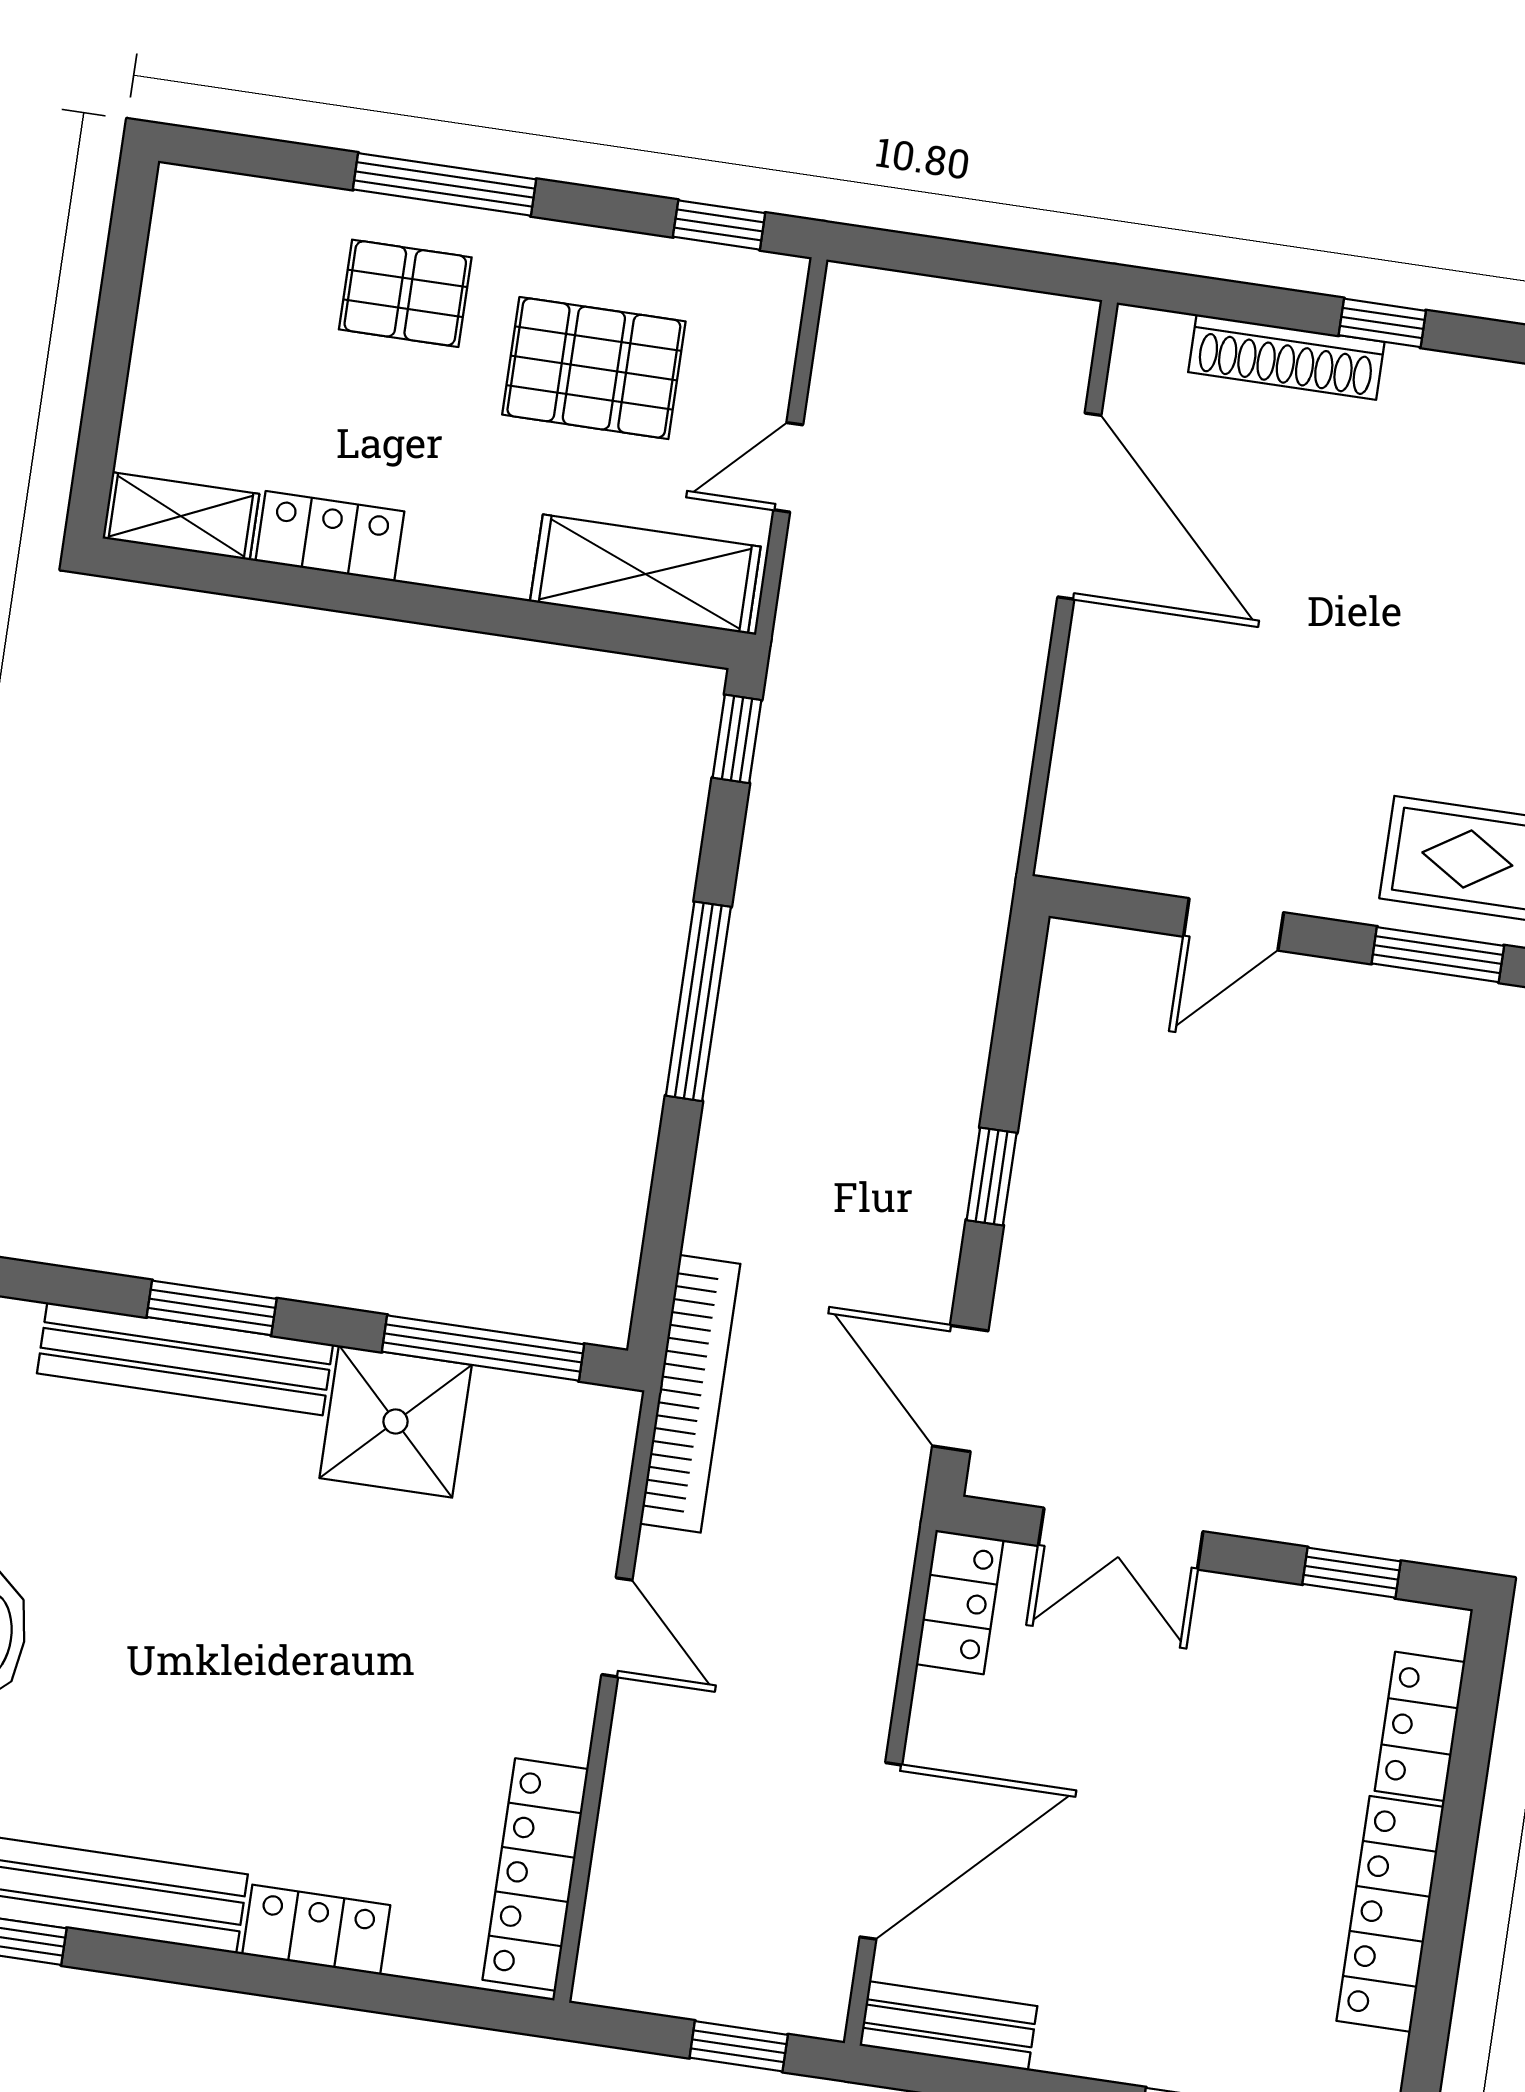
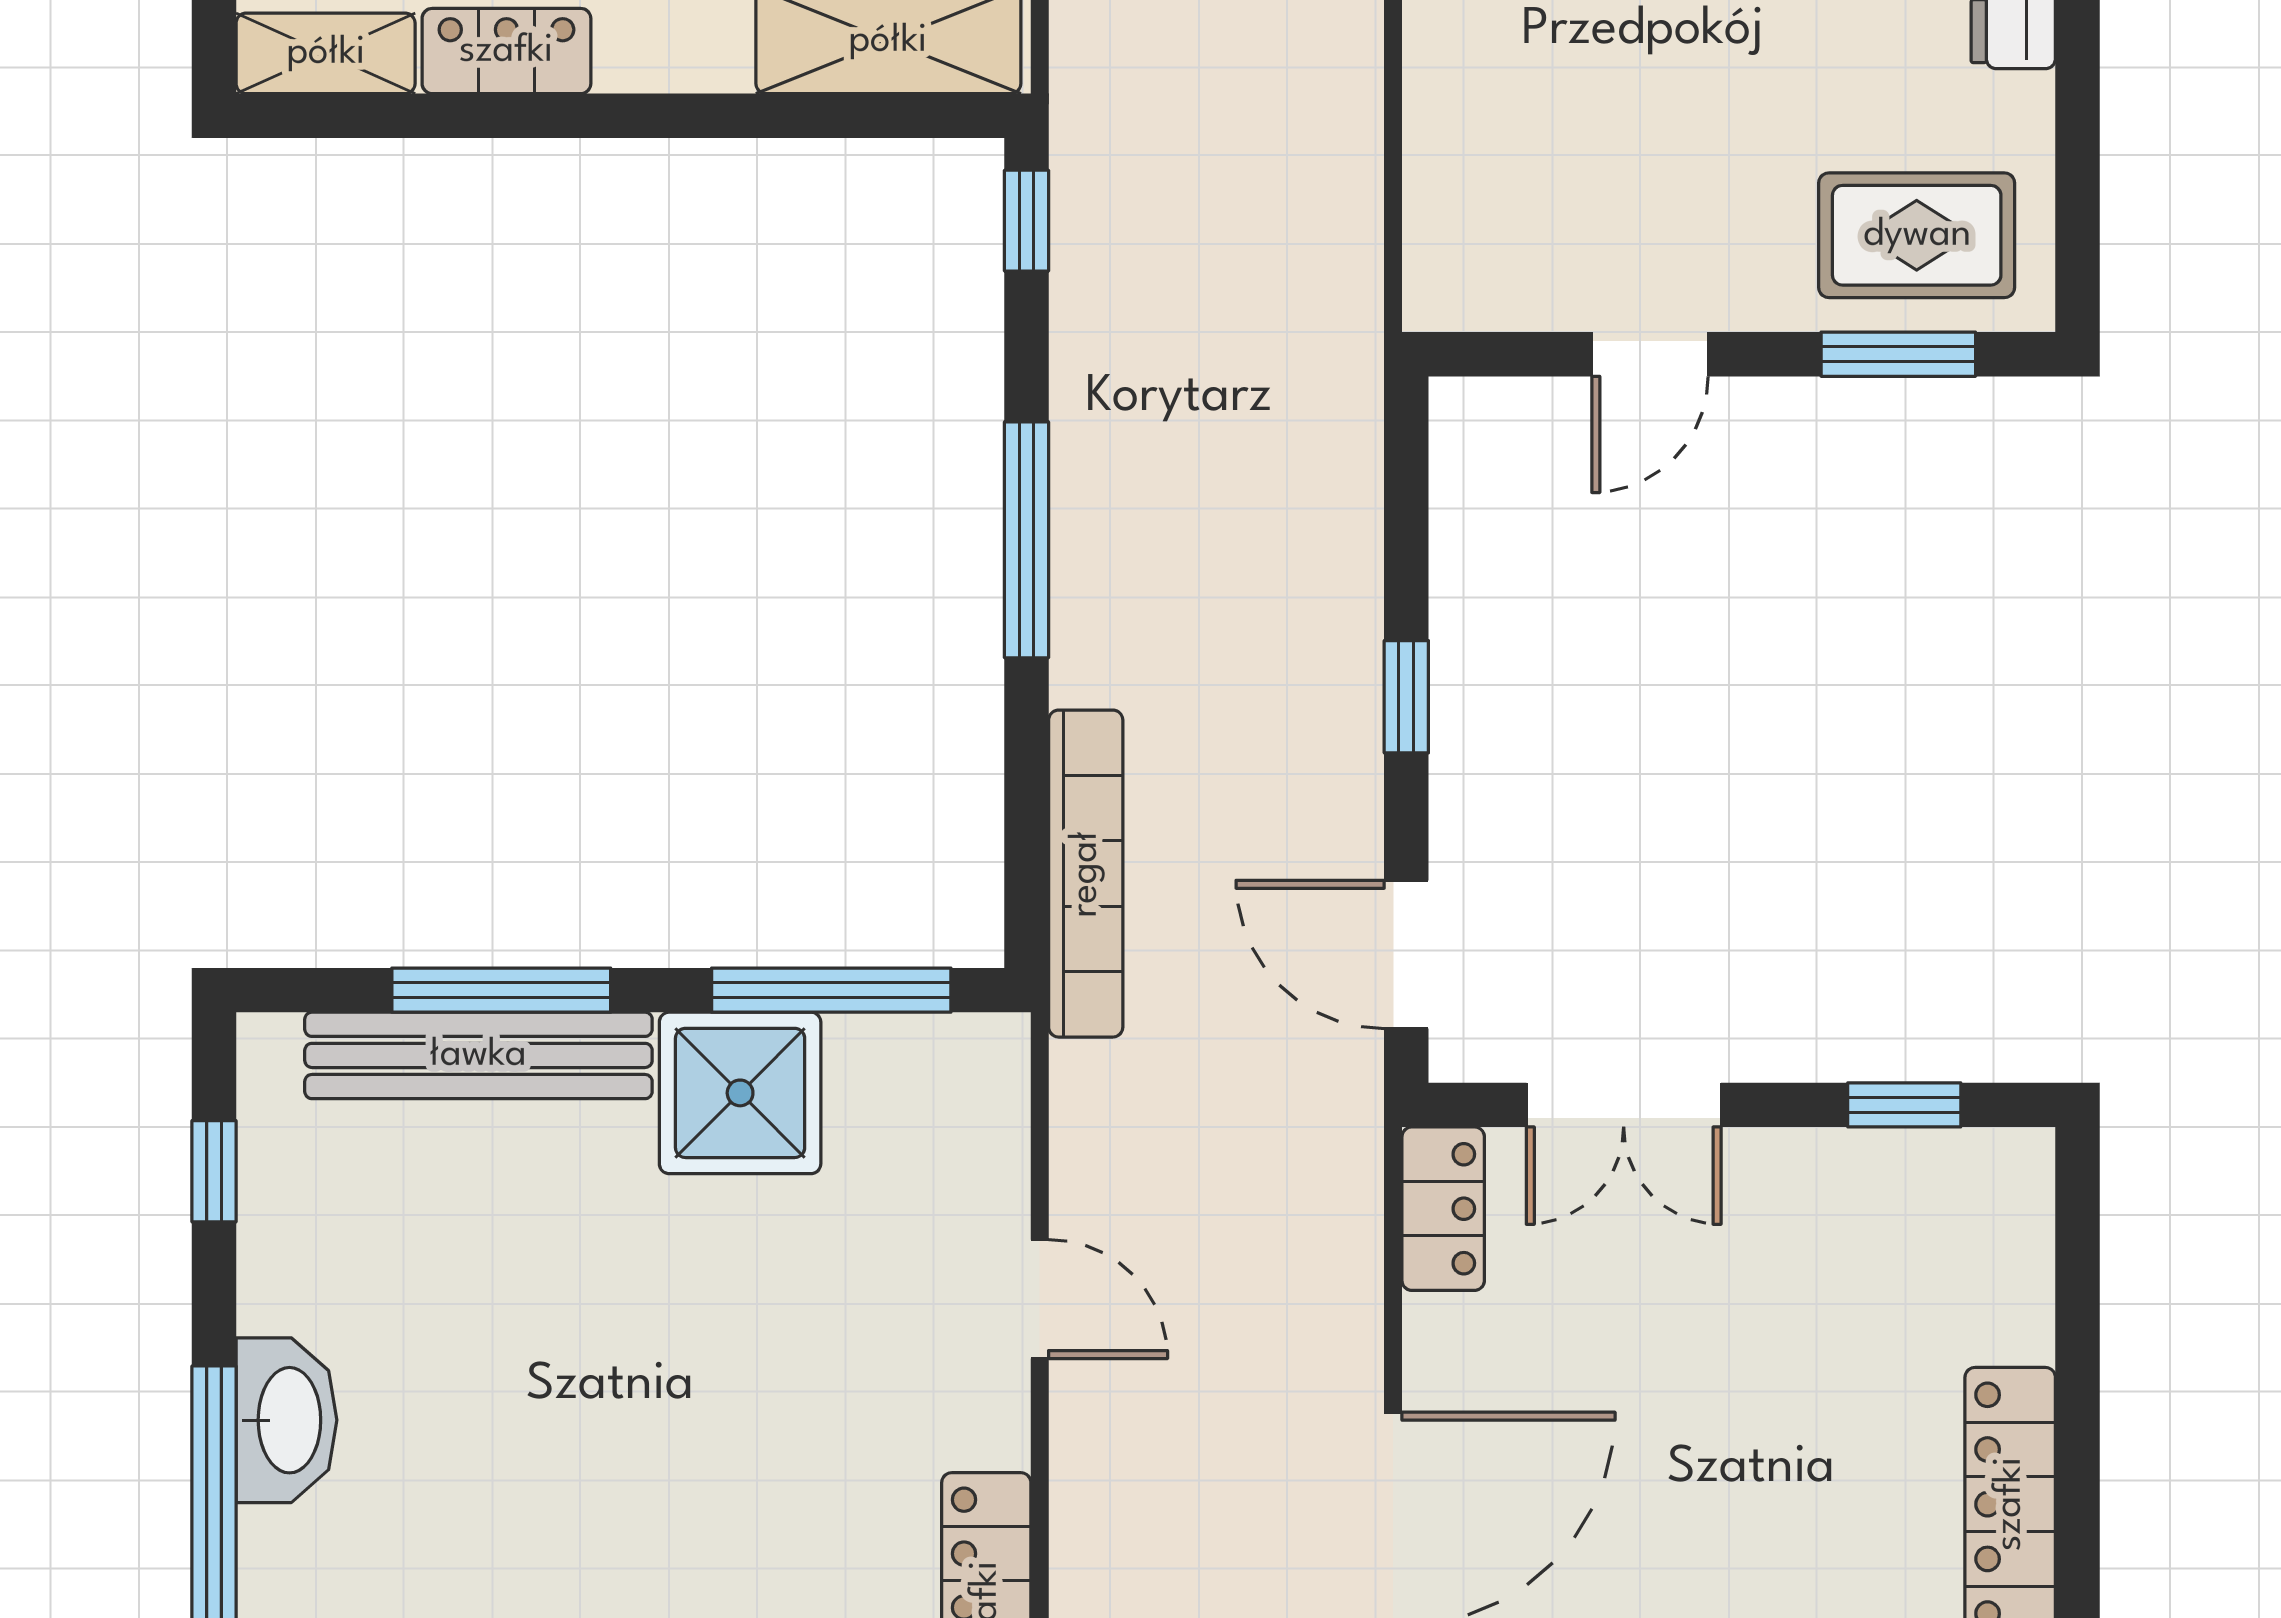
window: (212, 1308) -> (501, 990), width x1.44
bookcase: (690, 1394) -> (1086, 874), moved
locker: (1420, 1726) -> (2013, 1276), removed

